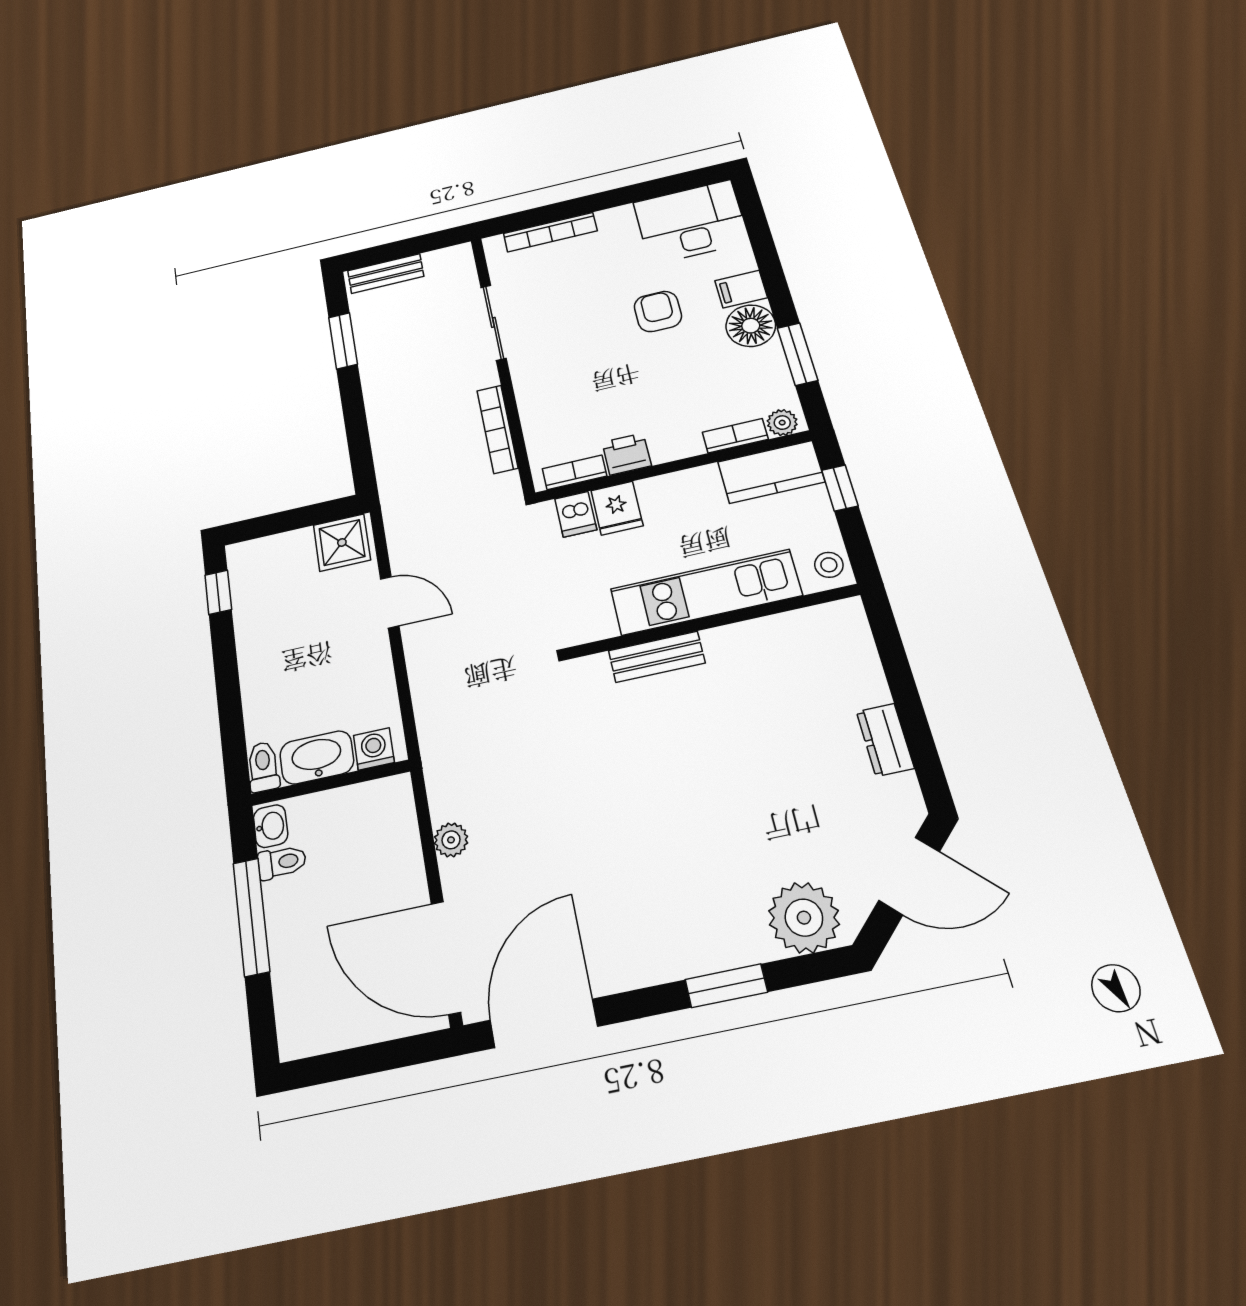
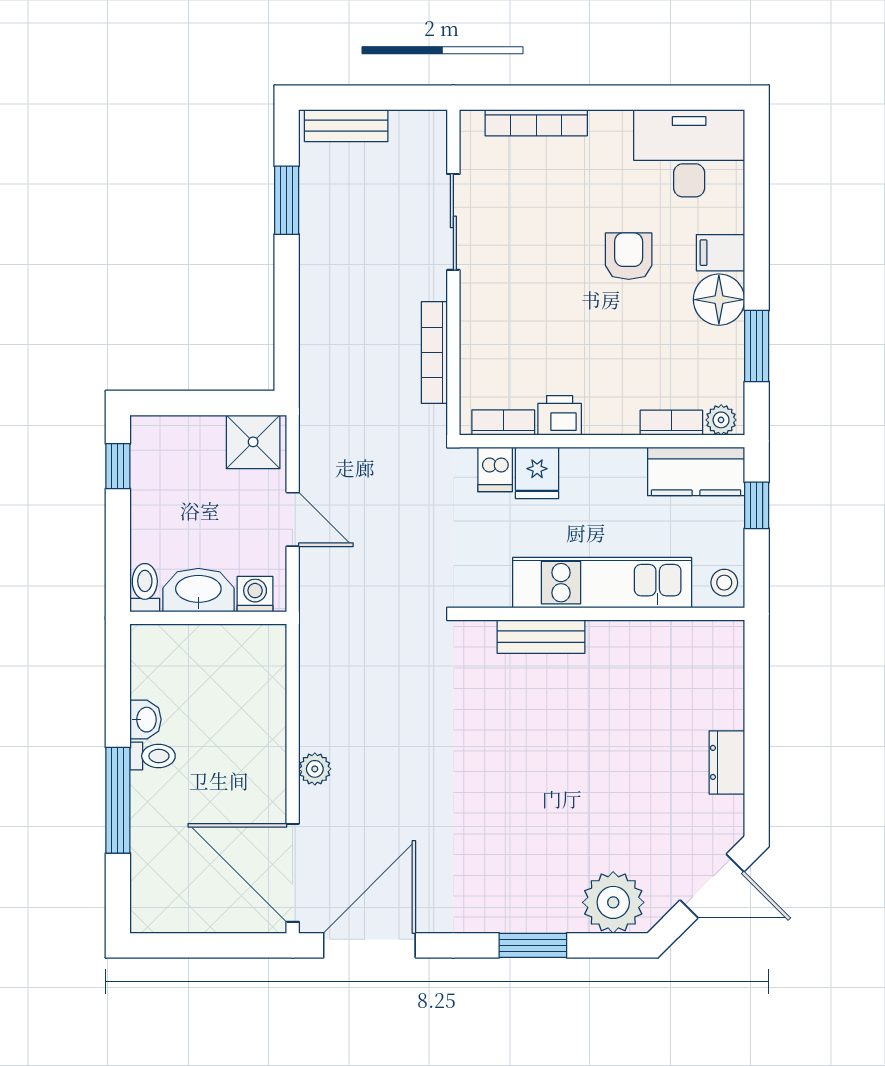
washing machine: (374, 749) -> (255, 594), moved
washbasin: (317, 757) -> (198, 590), moved
toilet: (263, 767) -> (145, 588), moved
wall: (330, 783) -> (208, 618), moved

